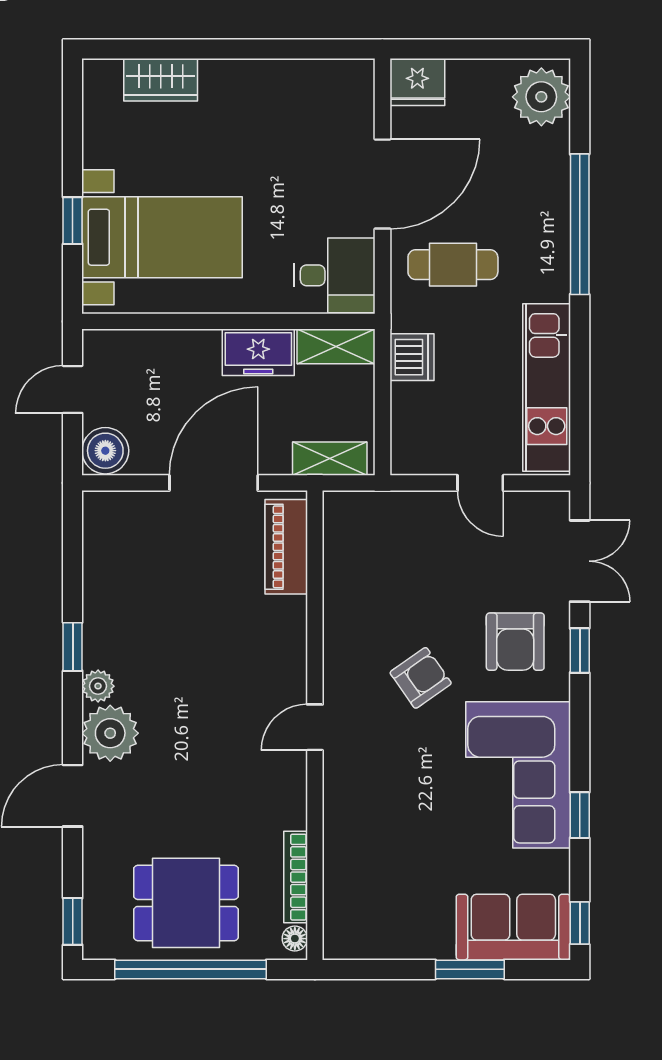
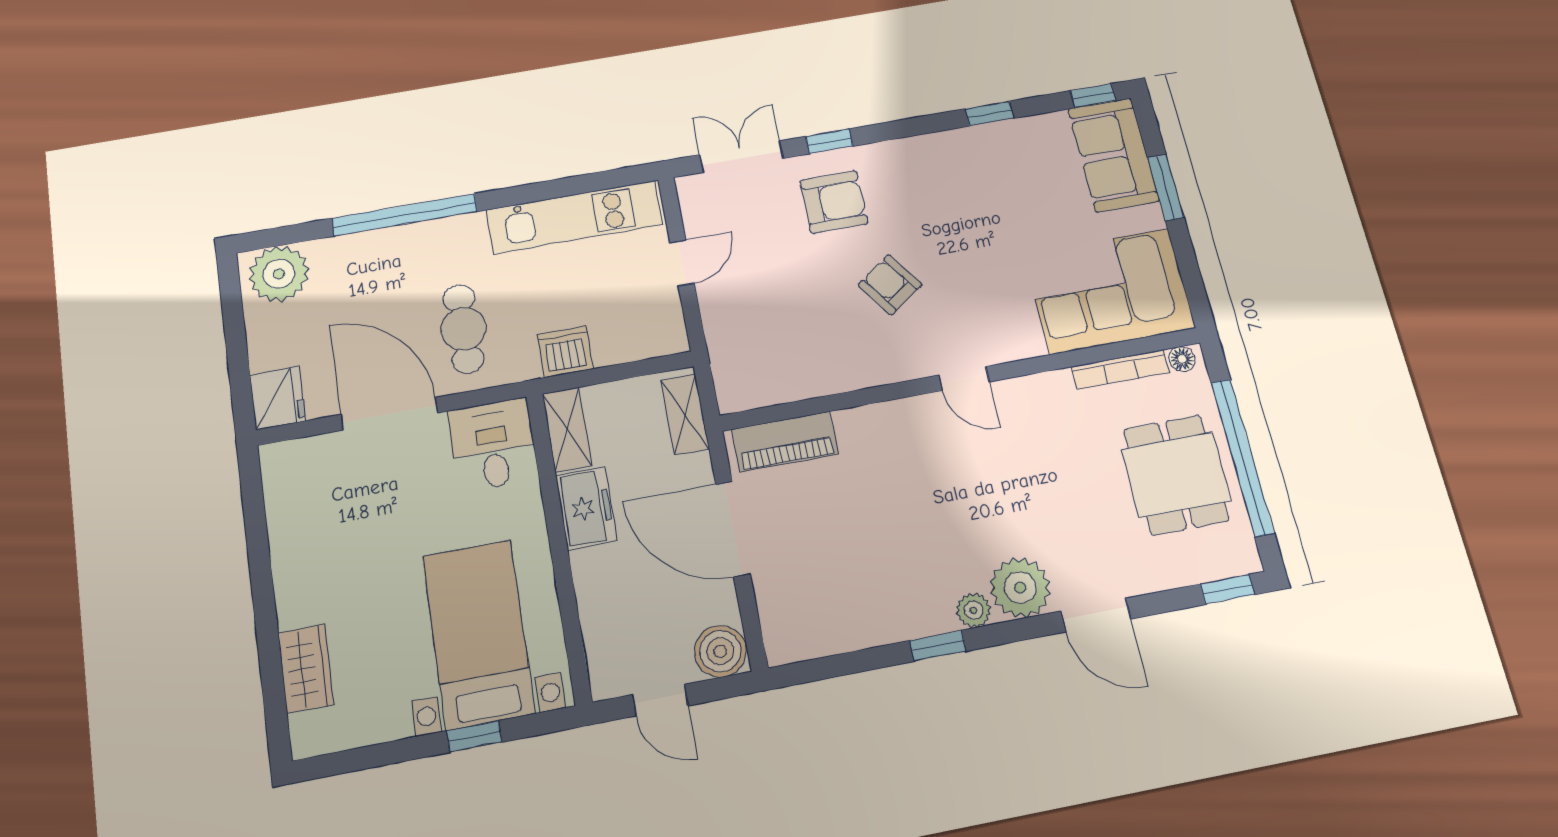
corner sofa: (518, 775) -> (1109, 291), moved, turned 180

